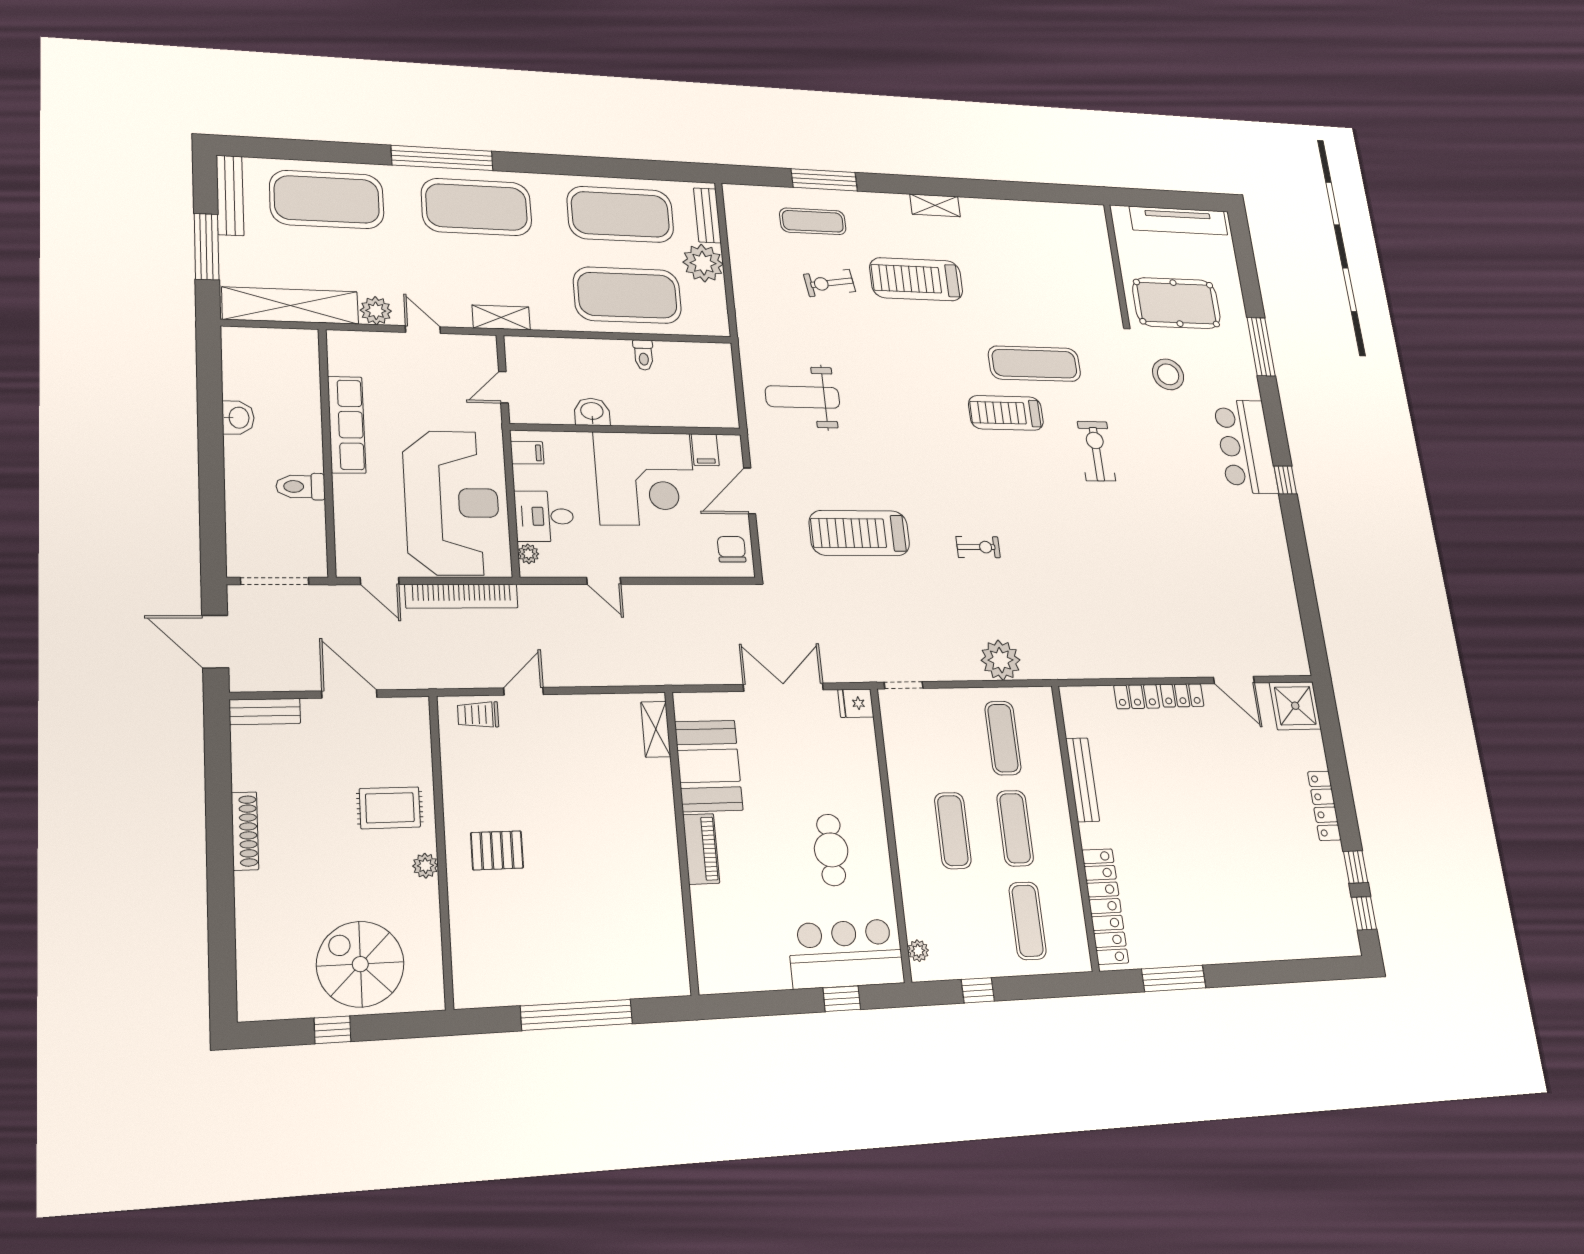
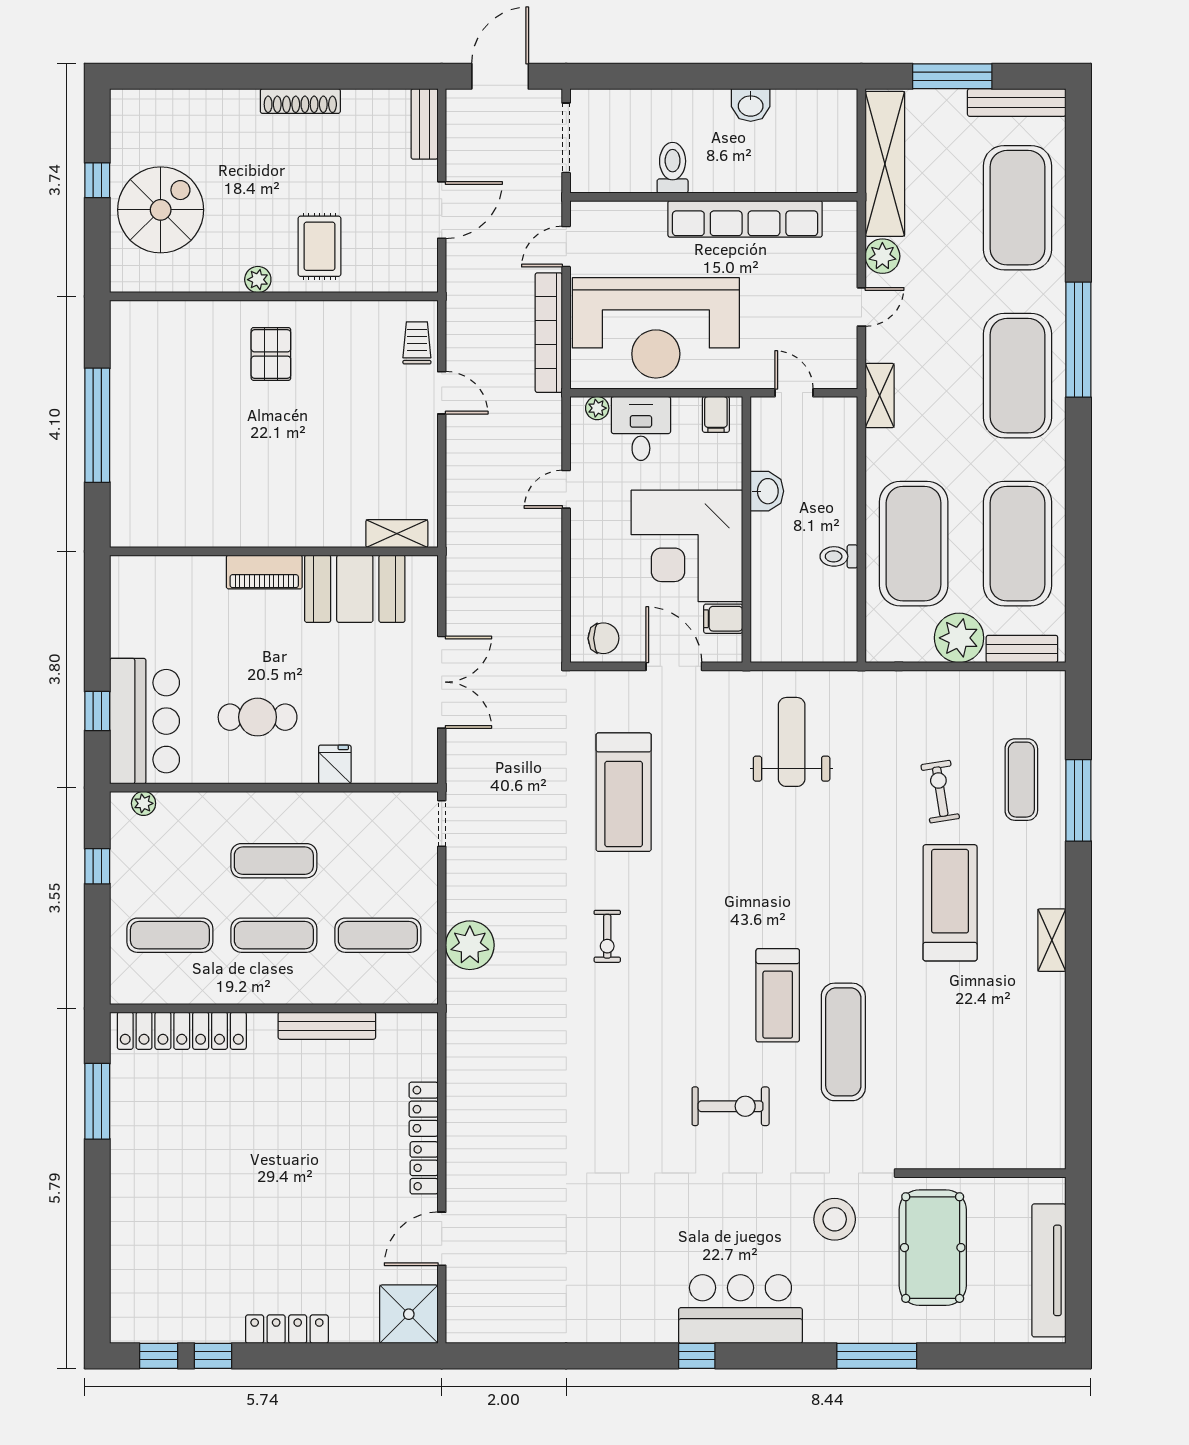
treadmill: (1006, 413) -> (778, 995), turned 180
row of seats: (347, 425) -> (745, 219), width x1.36
treadmill: (859, 533) -> (624, 792), turned 180
fridge: (856, 703) -> (335, 764), moved

